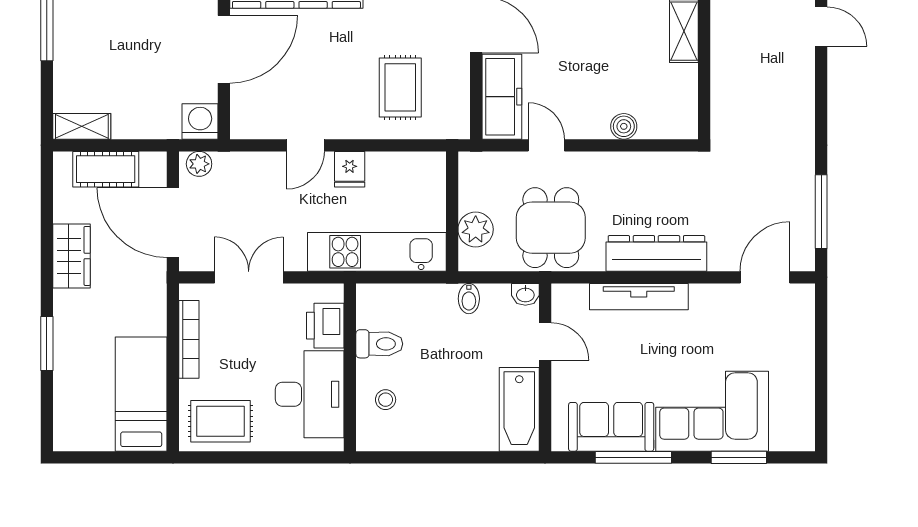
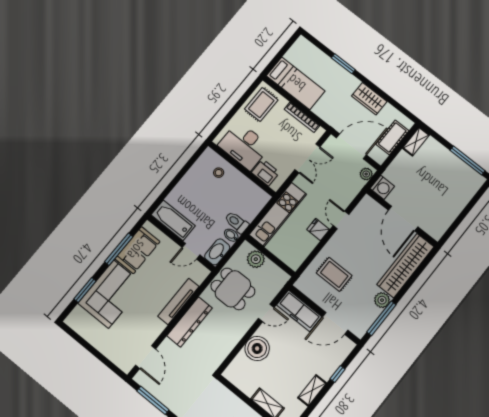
boiler: (624, 126) -> (257, 348), width x1.86, depth x1.86
washbasin: (525, 294) -> (217, 252), width x1.91, depth x1.45
toilet: (379, 344) -> (237, 222), moved, turned 90

